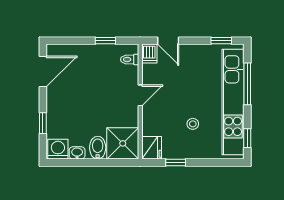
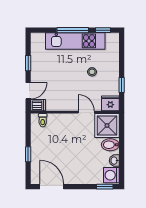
window: (105, 41) -> (28, 154), moved
window: (221, 41) -> (28, 63), moved
window: (247, 84) -> (73, 30), moved
door: (140, 95) -> (86, 112), moved
kitchen unit: (233, 102) -> (75, 41), width x0.73
window: (43, 123) -> (105, 187), moved

